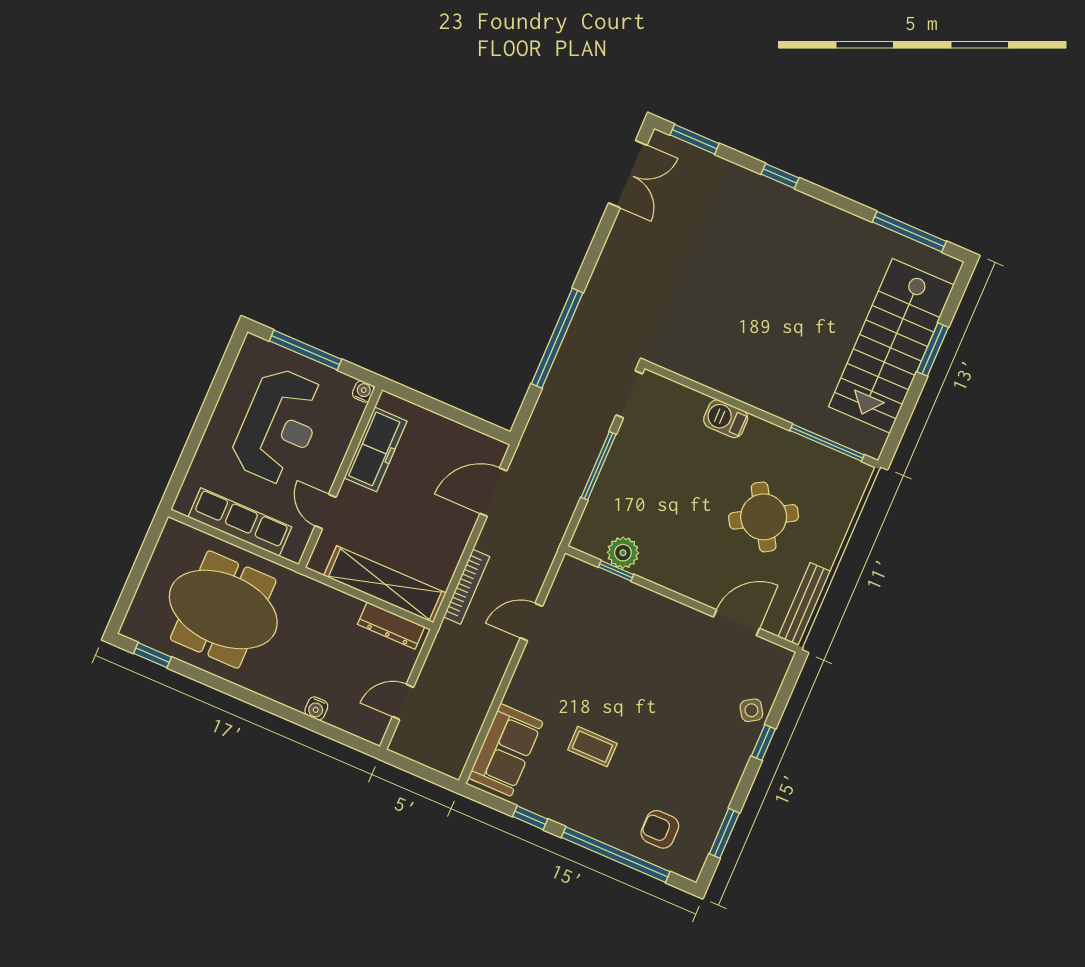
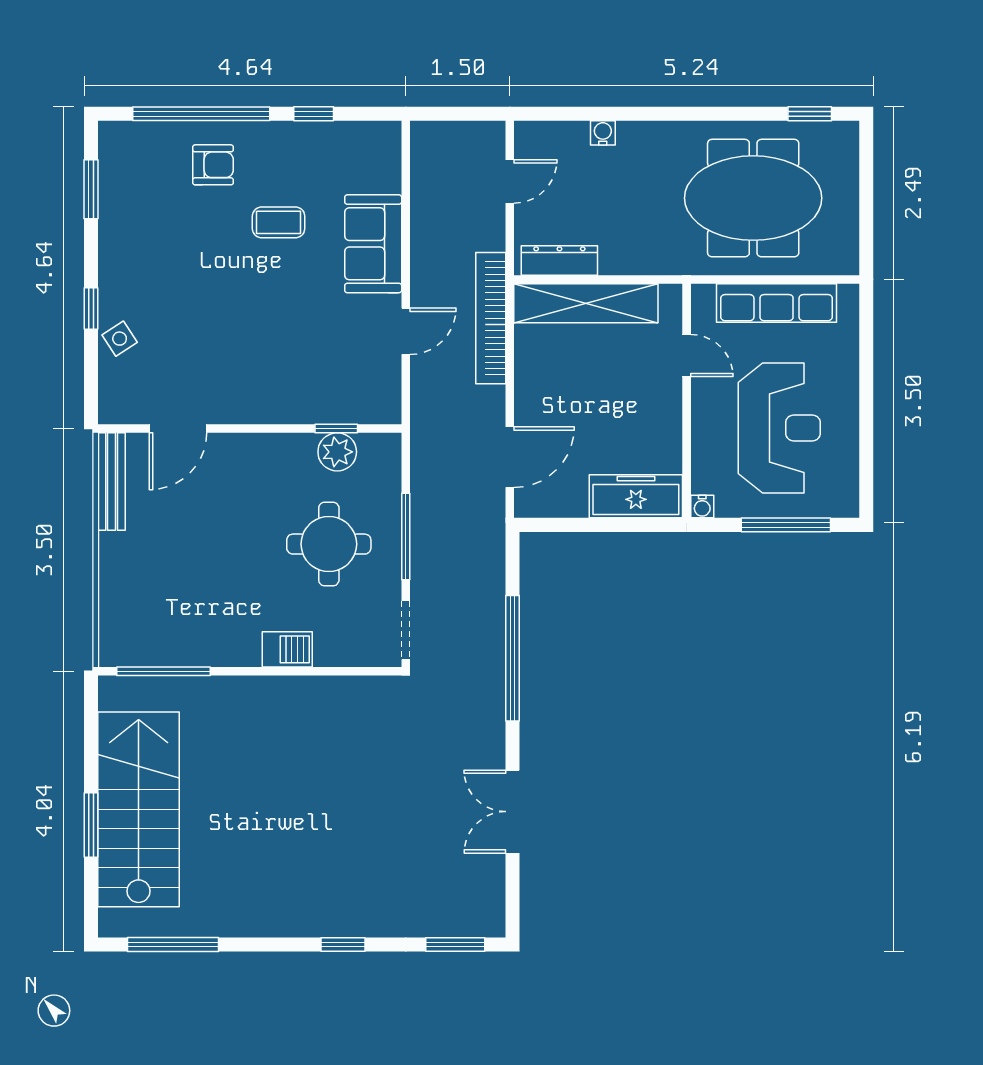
double door: (628, 174) -> (513, 812), moved
reception desk: (279, 426) -> (779, 428), turned 180
freezer: (375, 449) -> (636, 496), moved, turned 90
round table: (764, 517) -> (329, 544), moved, turned 31
bookcase: (467, 587) -> (491, 318), width x1.48, depth x1.31
sofa: (506, 750) -> (373, 244), moved
armchair: (660, 829) -> (213, 165), moved

